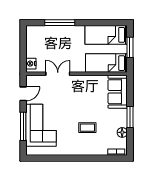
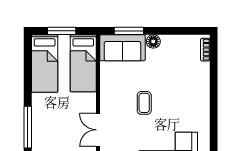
window: (130, 117) -> (129, 31), moved
coffee table: (87, 128) -> (144, 103), moved
floor lamp: (122, 132) -> (153, 41), moved

